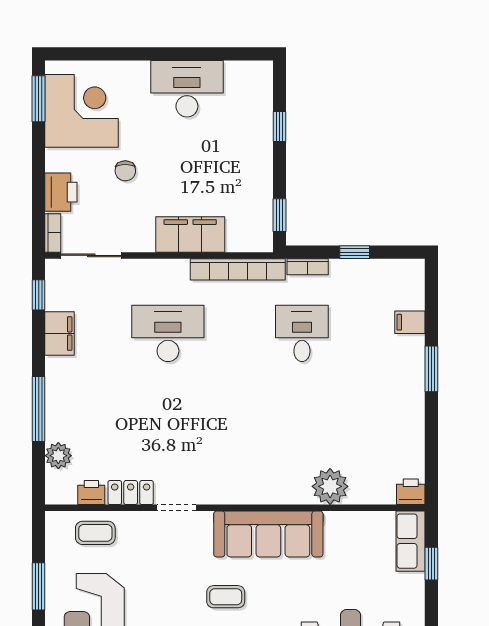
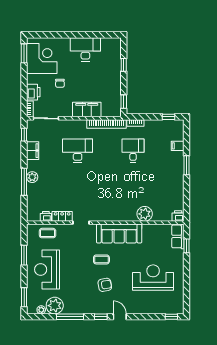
window: (355, 252) -> (169, 117), moved
plant: (58, 456) -> (32, 177), moved

